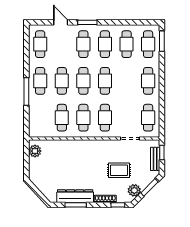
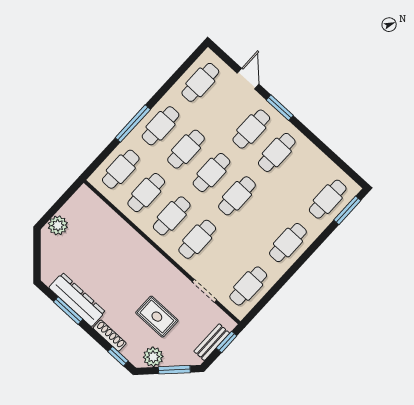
cafe table: (127, 44) -> (121, 169), moved
plant: (35, 151) -> (58, 225), moved

